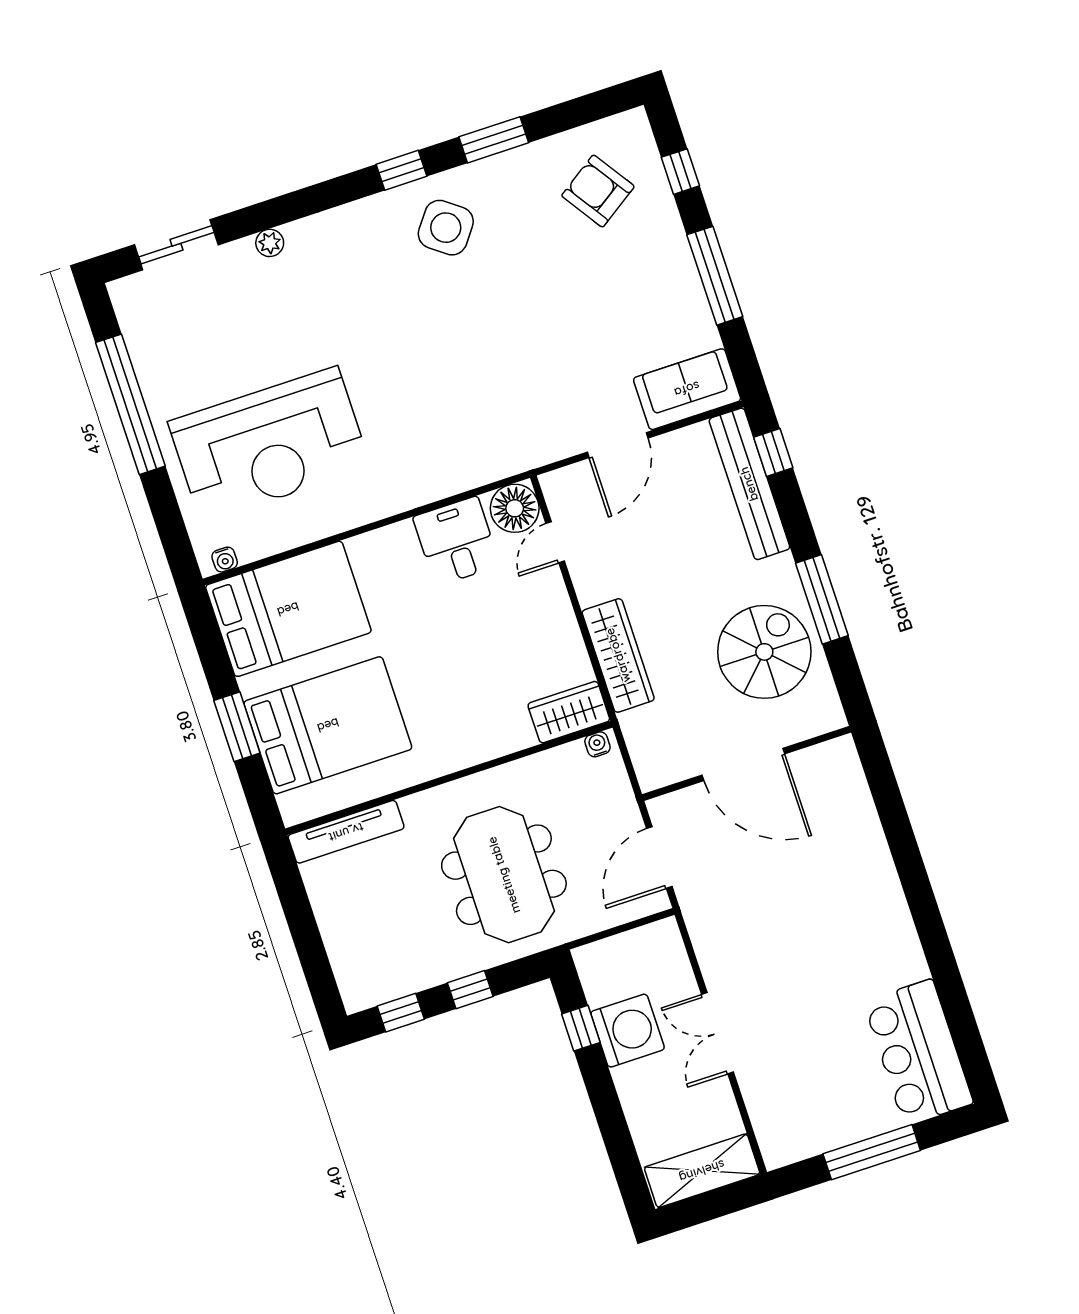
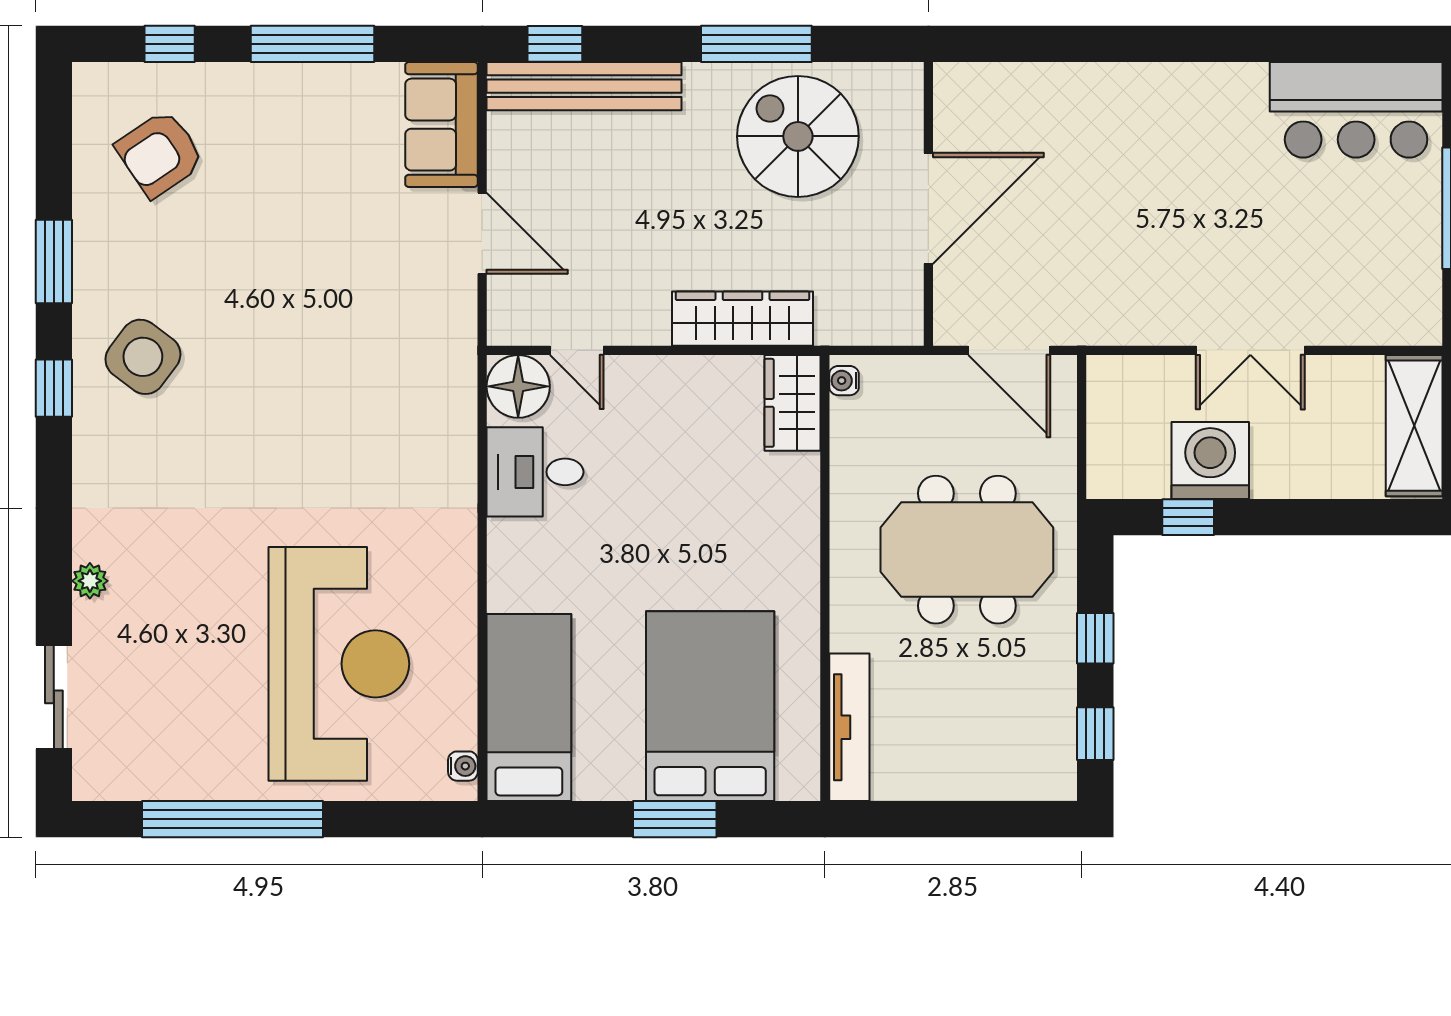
bed: (288, 609) -> (529, 707), width x0.67

